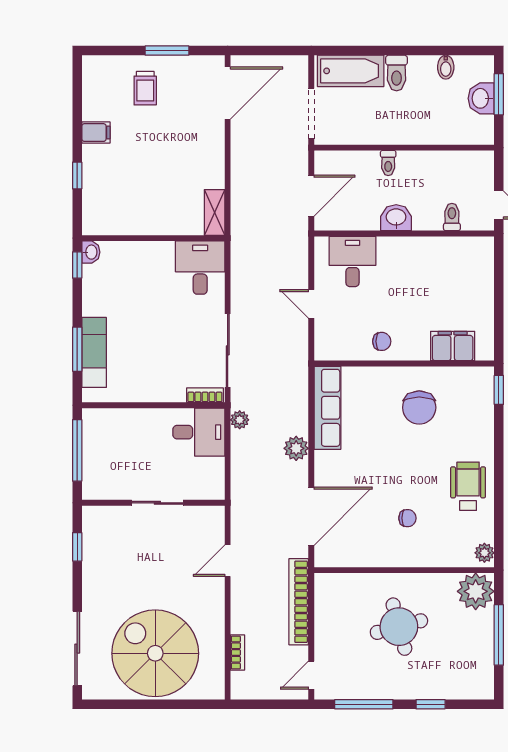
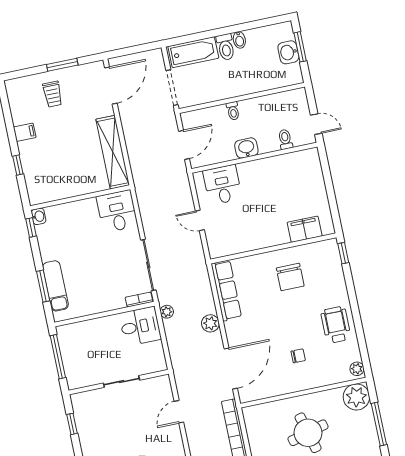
bidet: (446, 67) -> (239, 40), moved
shelving: (215, 213) -> (113, 152), width x2.20, depth x1.33
chair: (382, 341) -> (254, 236), removed

